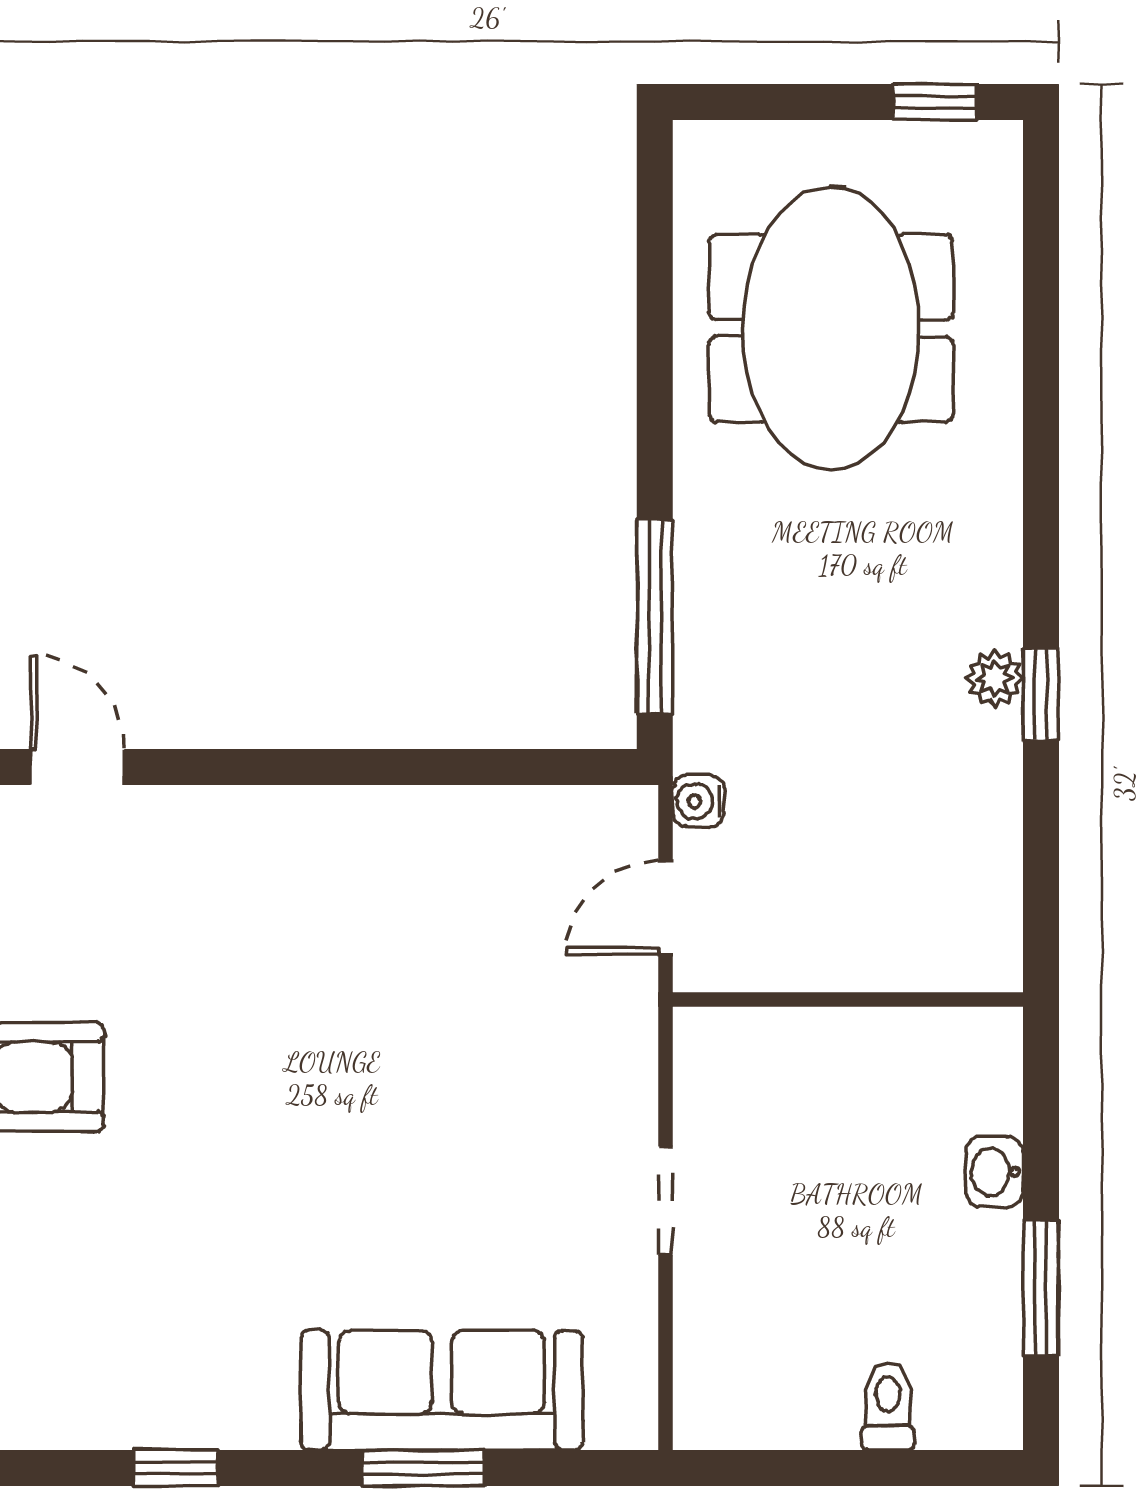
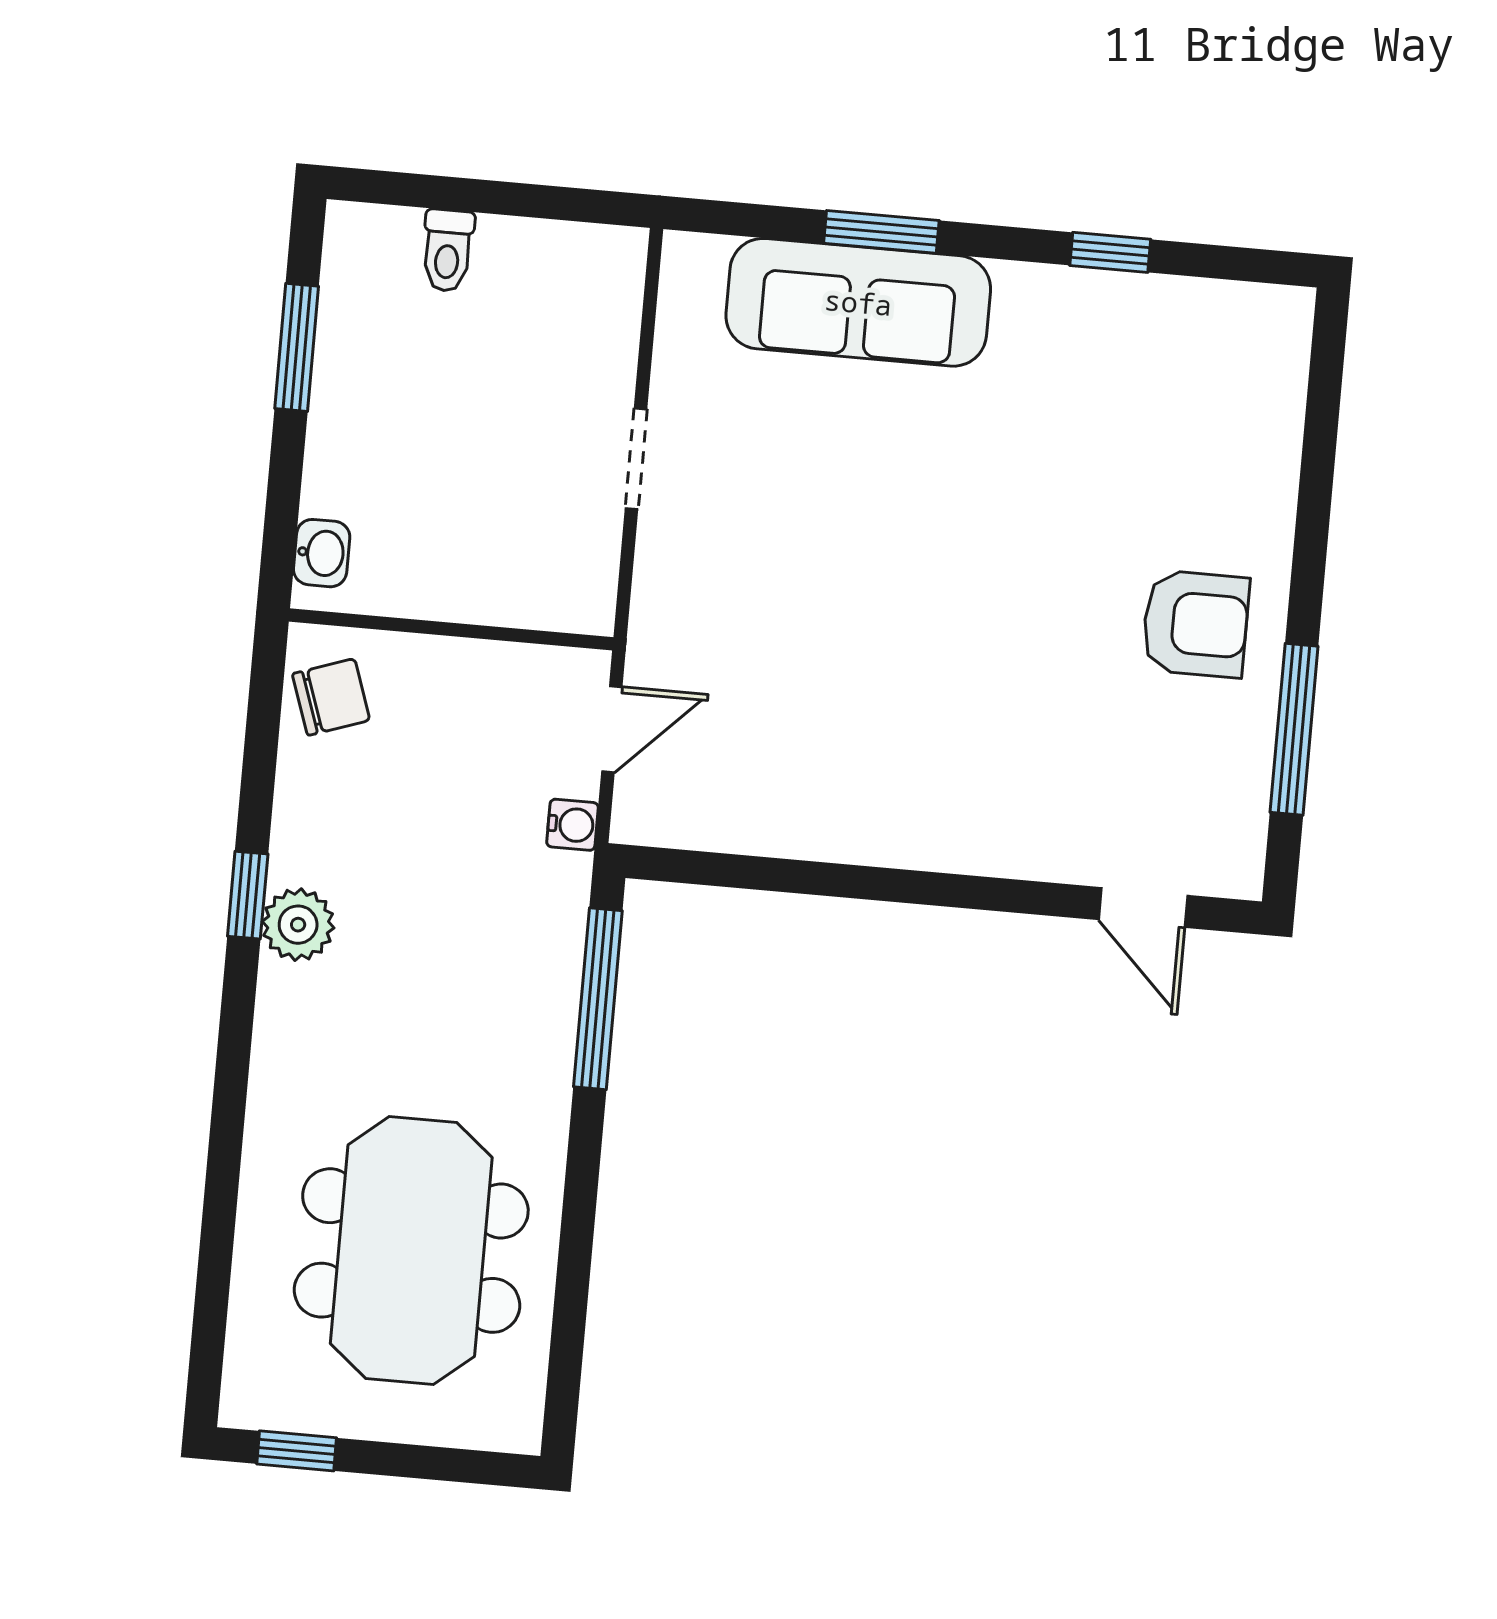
plant: (995, 678) -> (298, 925), width x1.38, depth x1.38
chair: (970, 915) -> (331, 697), added
washbasin: (994, 1172) -> (322, 553), moved

